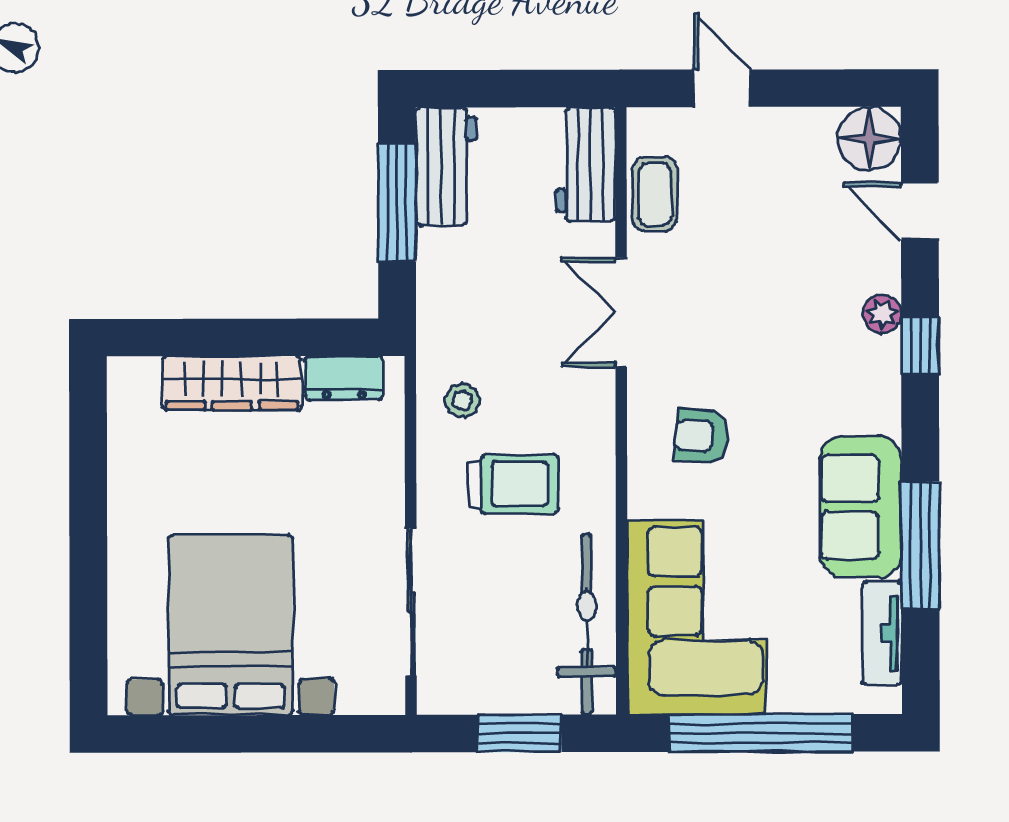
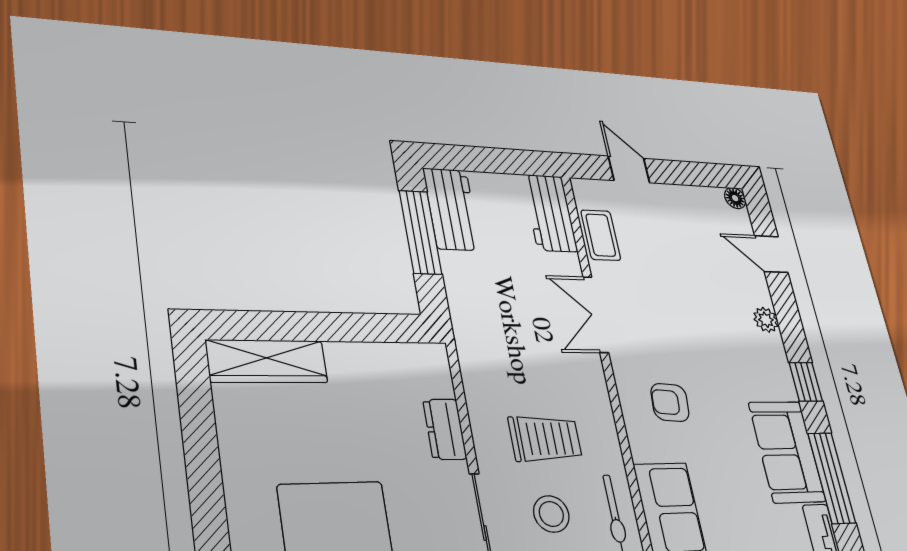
floor lamp: (869, 138) -> (735, 198), width x0.53, depth x0.53
window: (920, 345) -> (806, 382), moved
dresser: (344, 378) -> (445, 429), moved, turned 90
wardrobe: (232, 383) -> (267, 361), moved
stool: (462, 401) -> (551, 514), moved, width x1.37, depth x1.37

